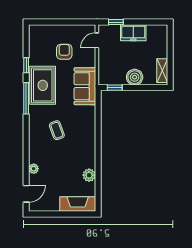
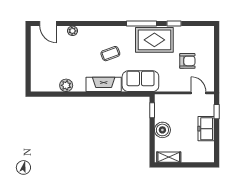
sofa: (85, 86) -> (140, 81), moved
fireplace: (78, 204) -> (104, 84), moved, turned -90

